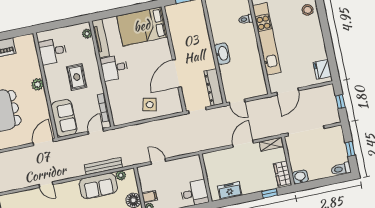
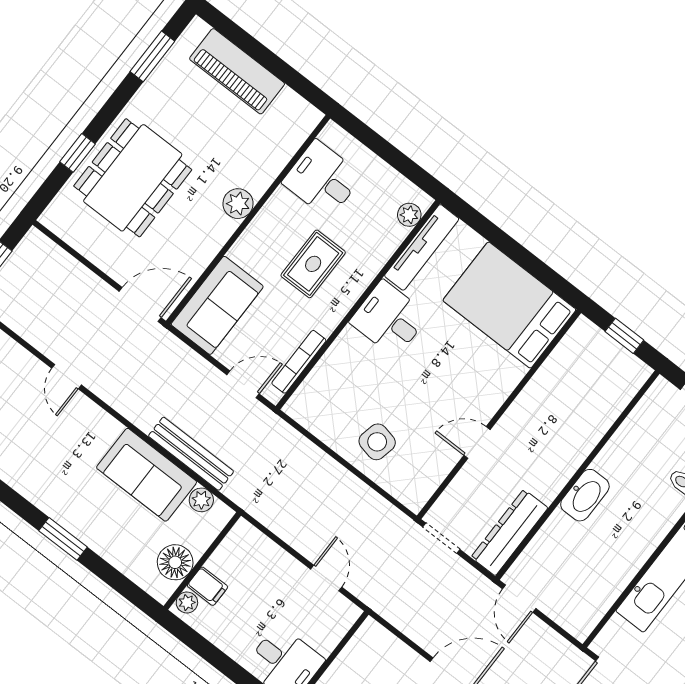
door: (177, 73) -> (477, 443), width x0.53
door: (158, 161) -> (326, 578), moved

